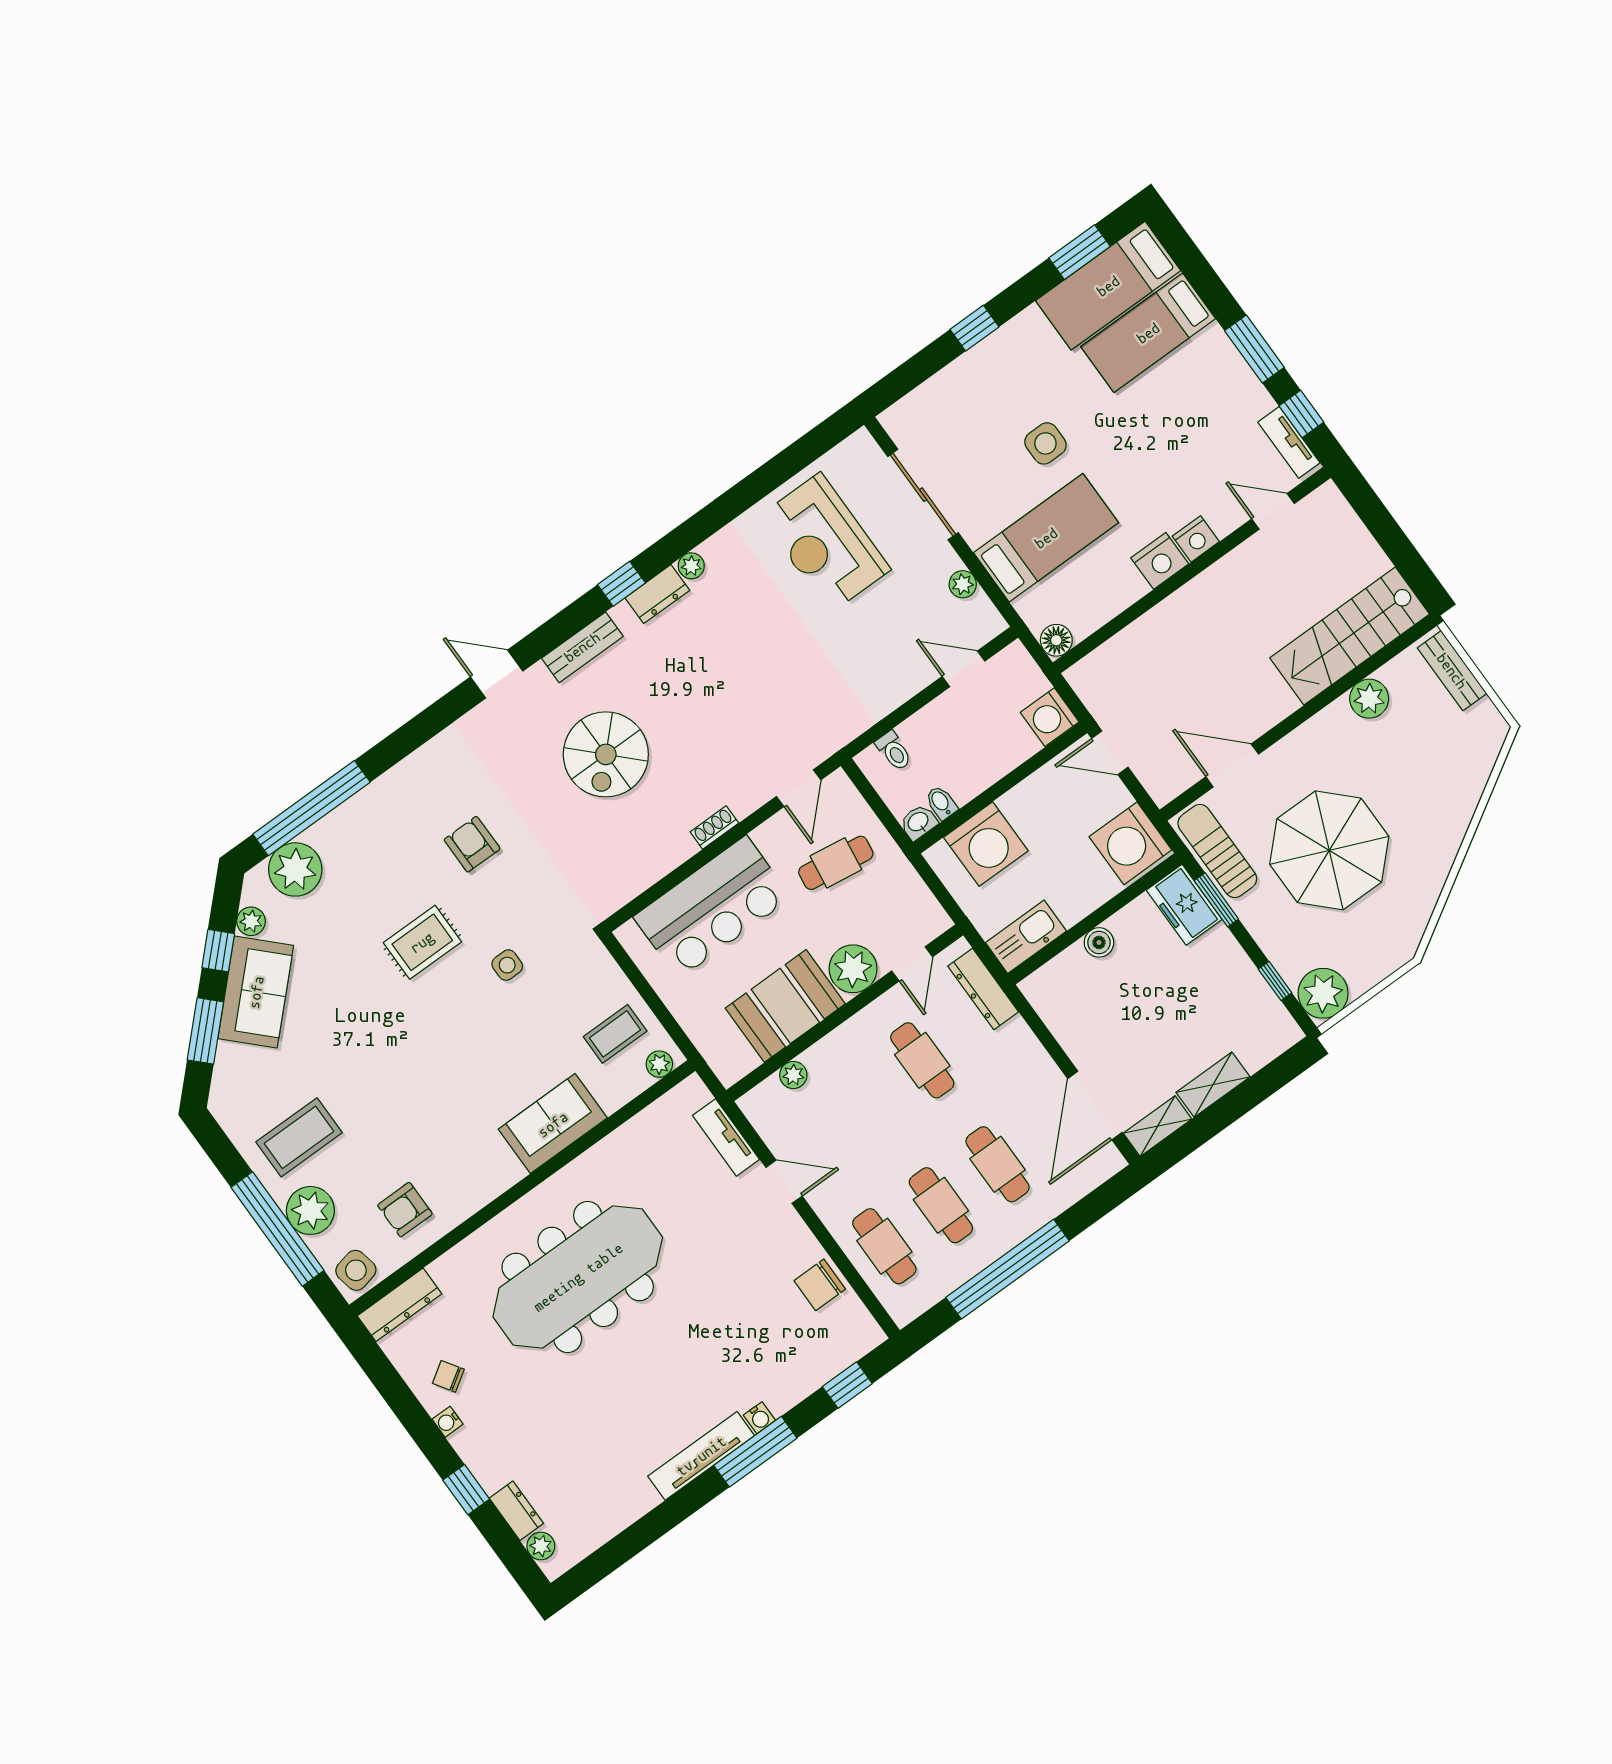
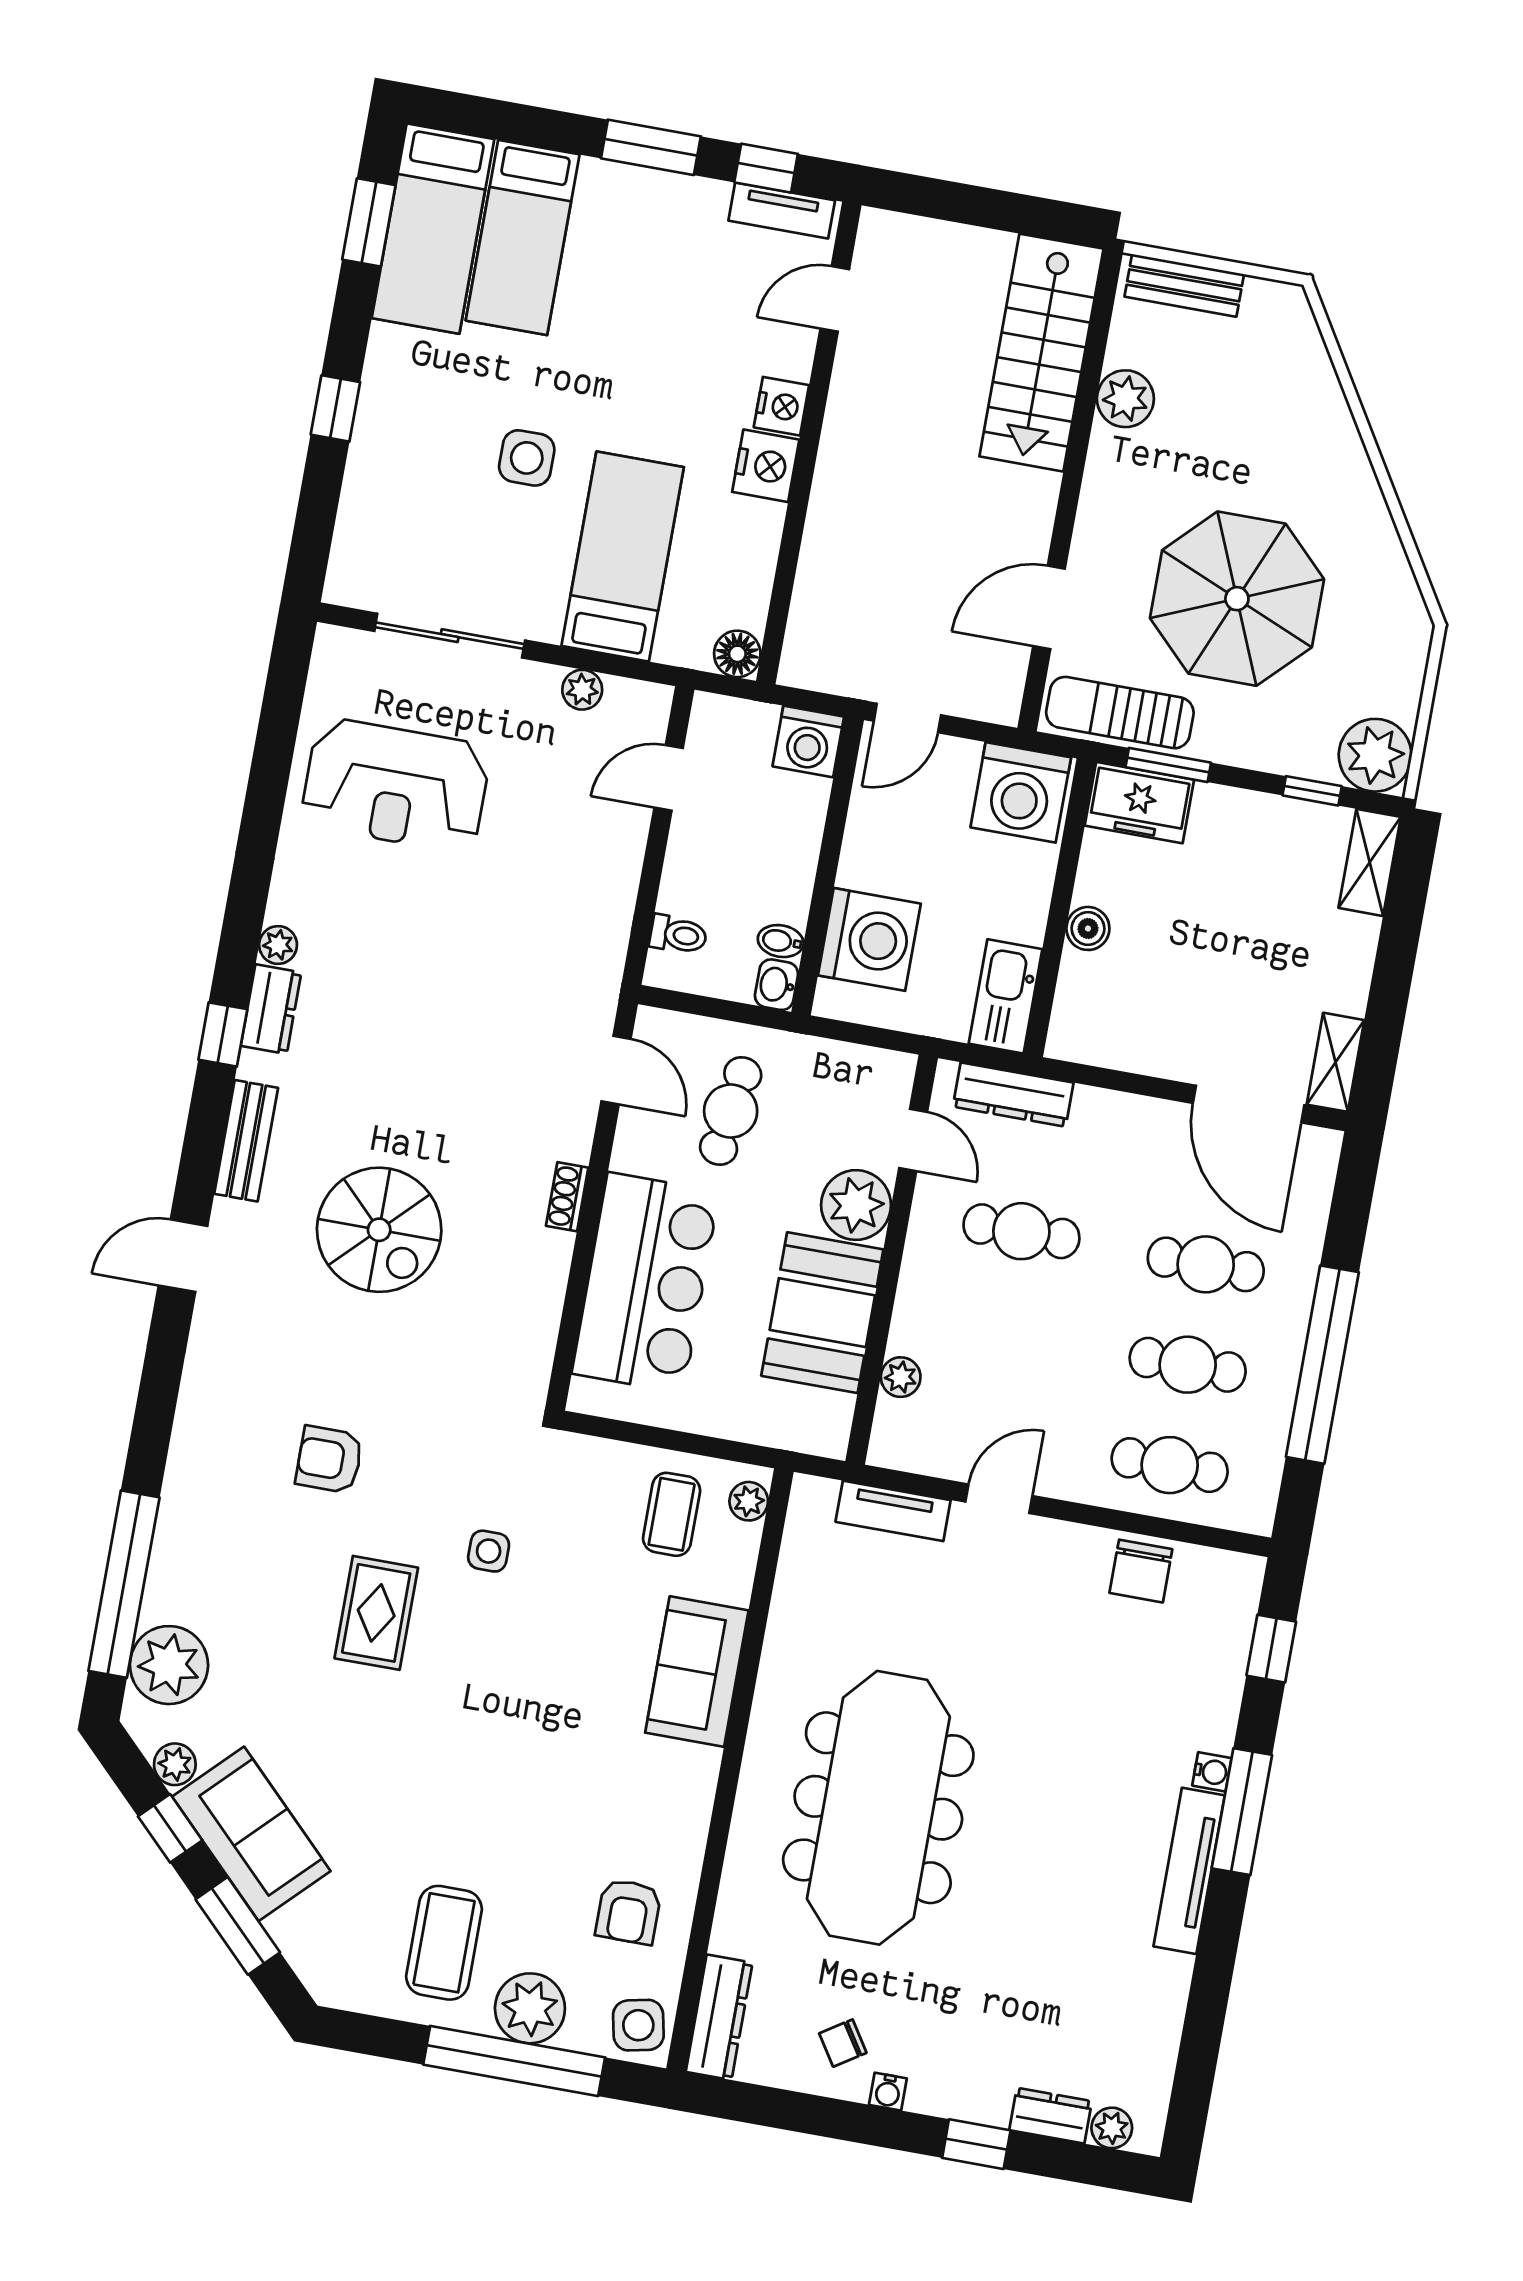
shelving: (1213, 1085) -> (1370, 862), moved

